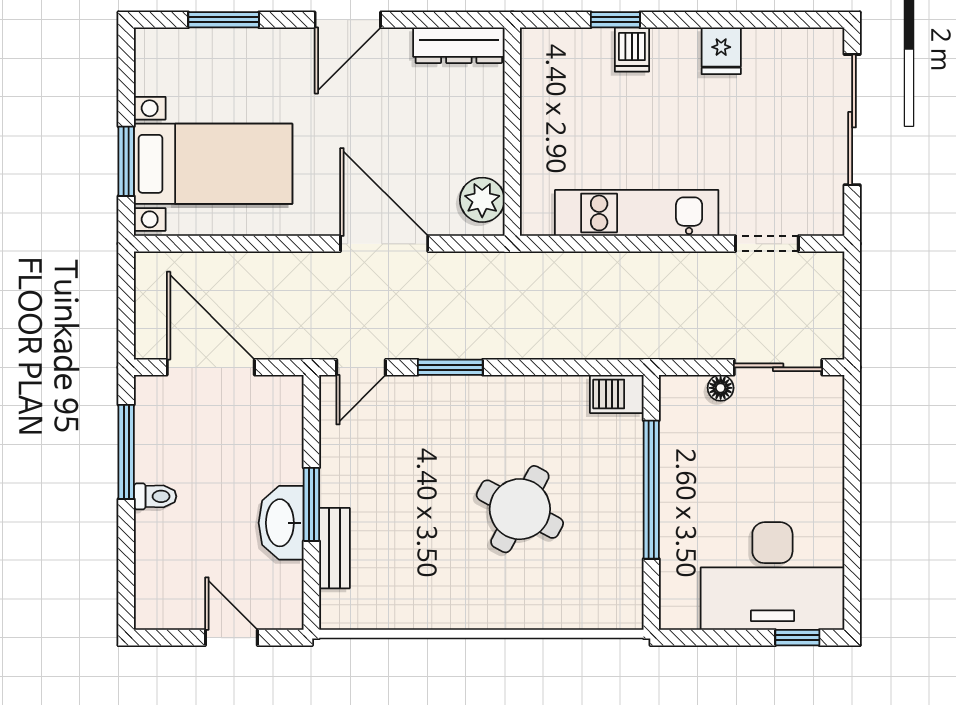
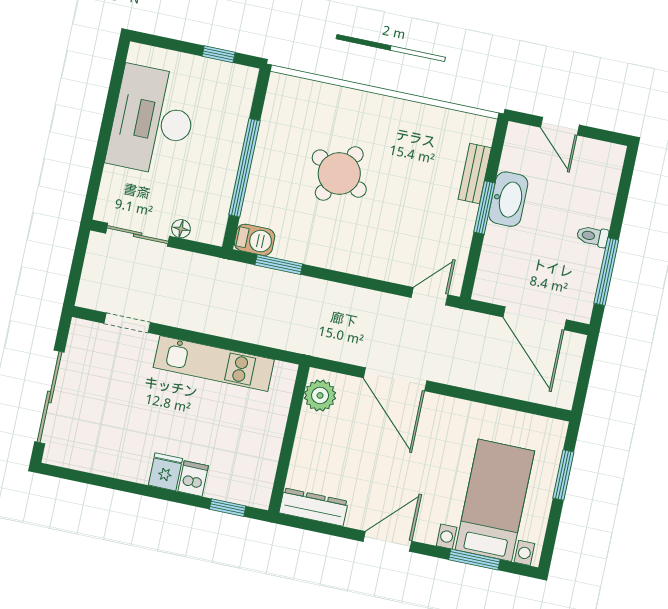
window: (615, 20) -> (228, 508), moved
fridge: (721, 51) -> (165, 472), moved
bed with nightstands: (213, 164) -> (495, 500), moved, turned 90
window: (450, 367) -> (279, 264), moved
desk: (772, 576) -> (153, 120), moved, turned -90
window: (797, 638) -> (219, 54), moved

